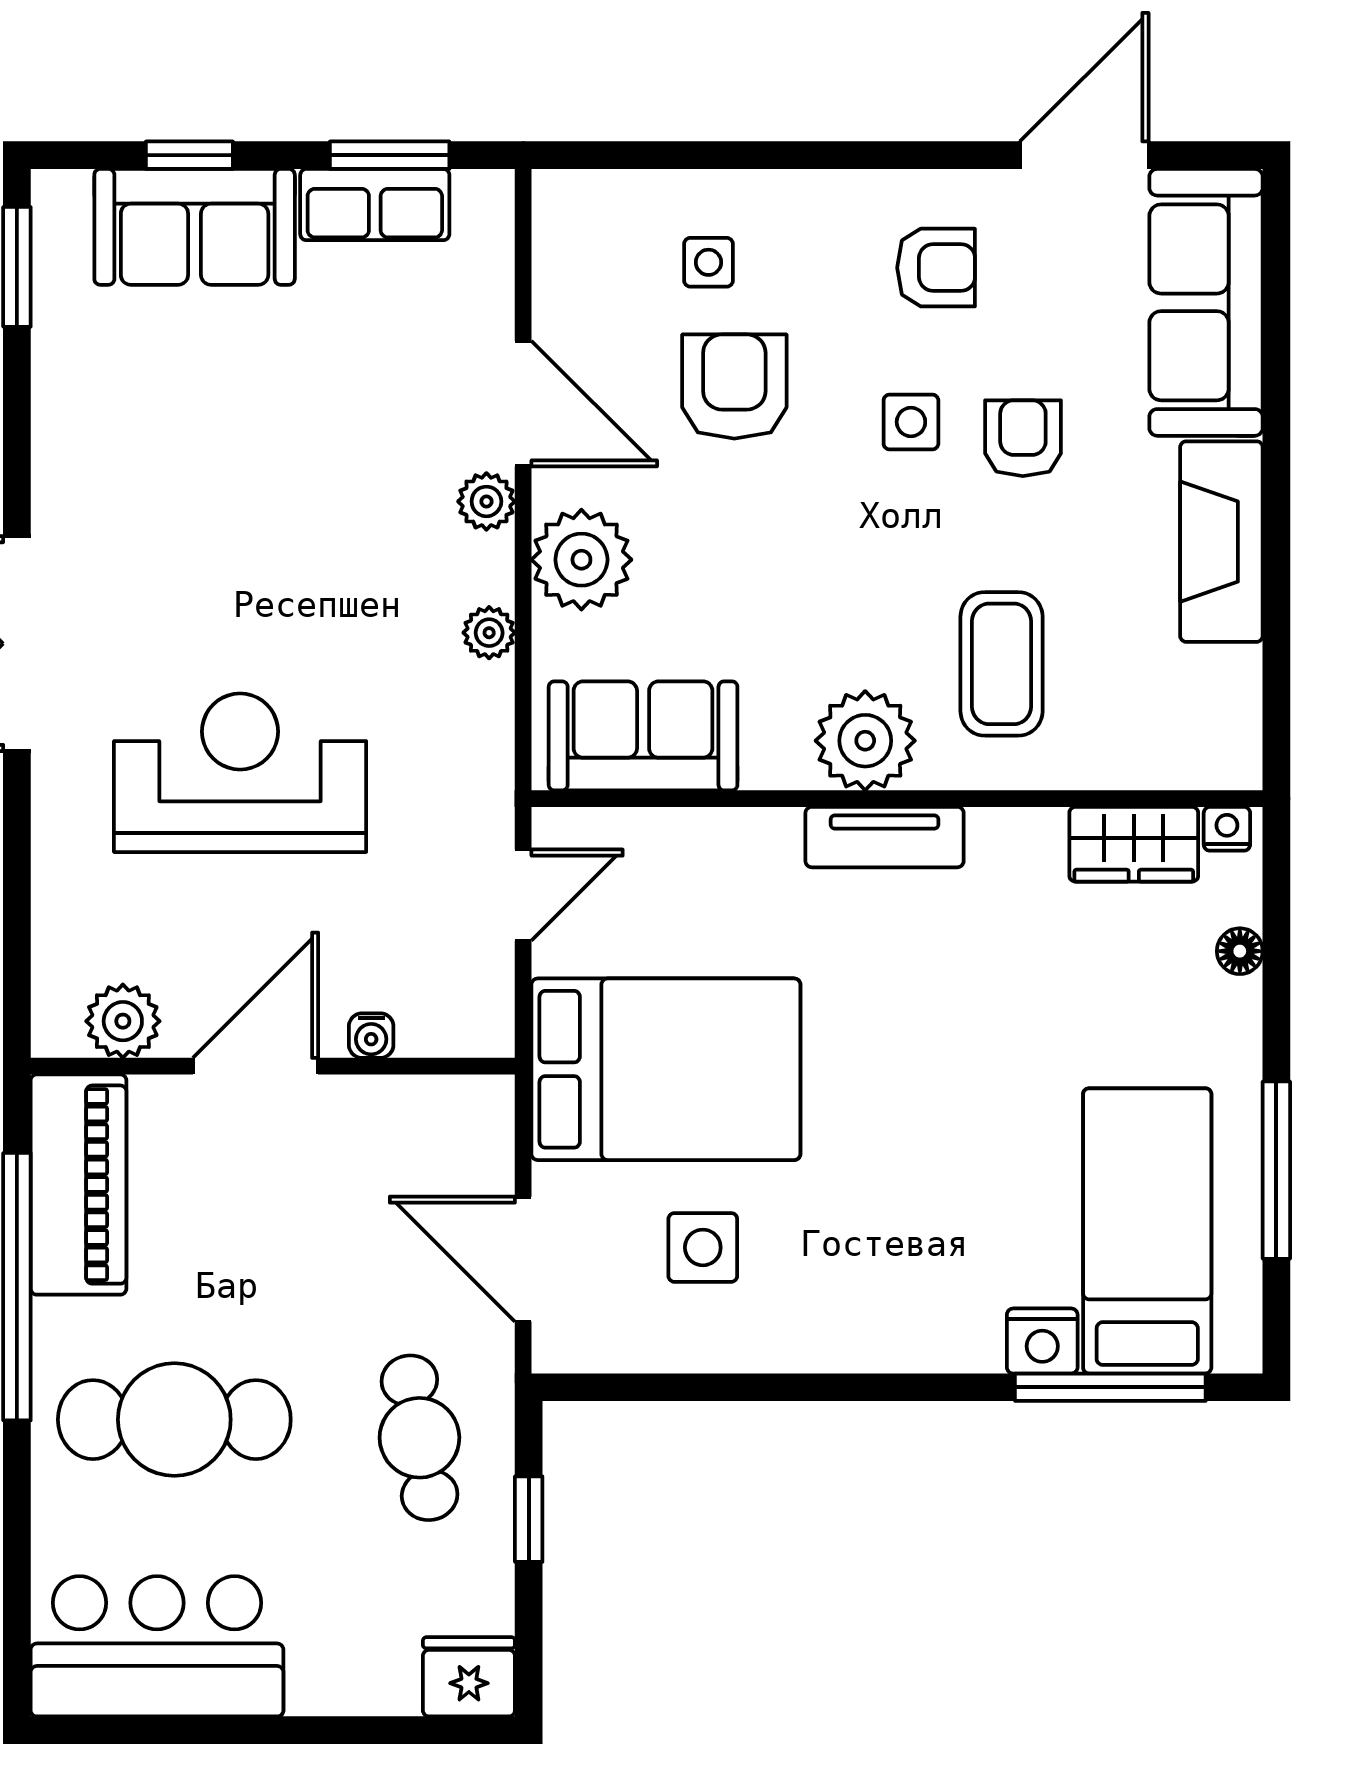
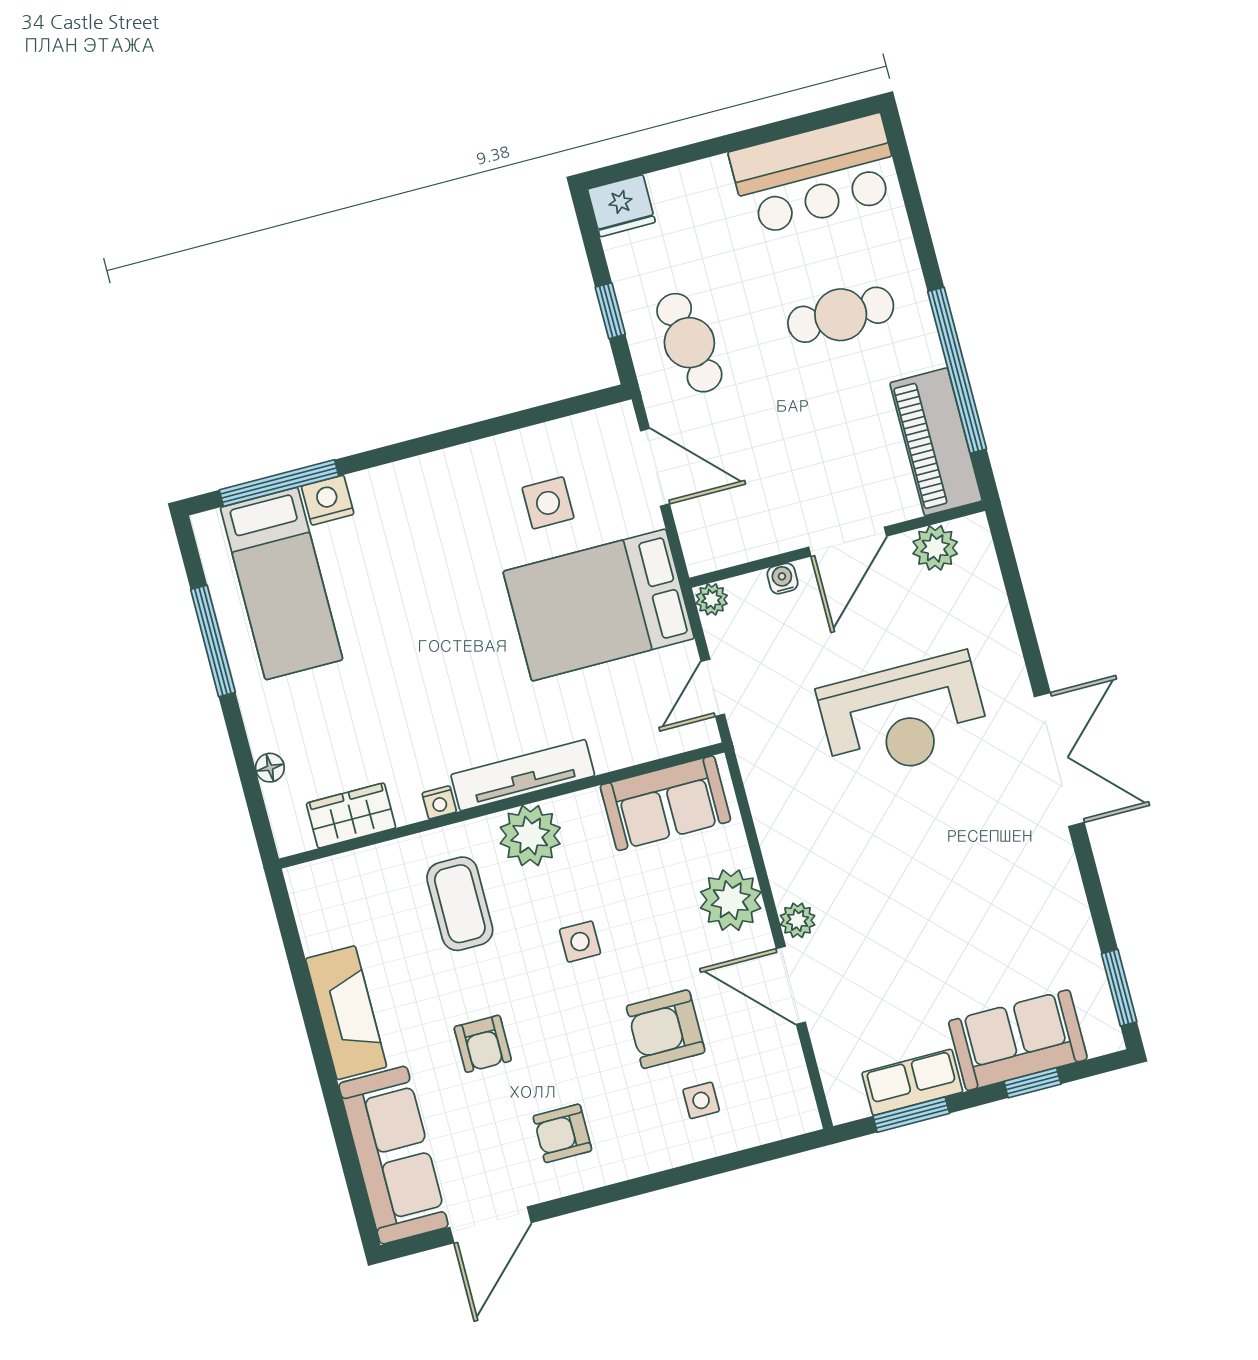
armchair: (734, 387) -> (666, 1029), turned 90
side table: (911, 422) -> (580, 942), moved
plant: (489, 633) -> (712, 599), moved
nightstand: (1227, 829) -> (439, 802), moved
tv unit: (885, 837) -> (523, 775), width x1.41
cafe table: (174, 1420) -> (841, 315), width x0.73, depth x0.74

